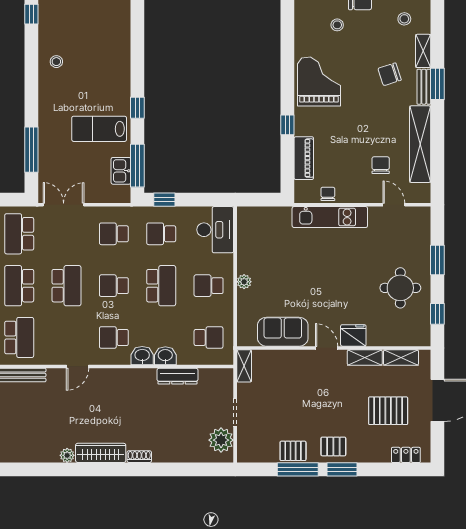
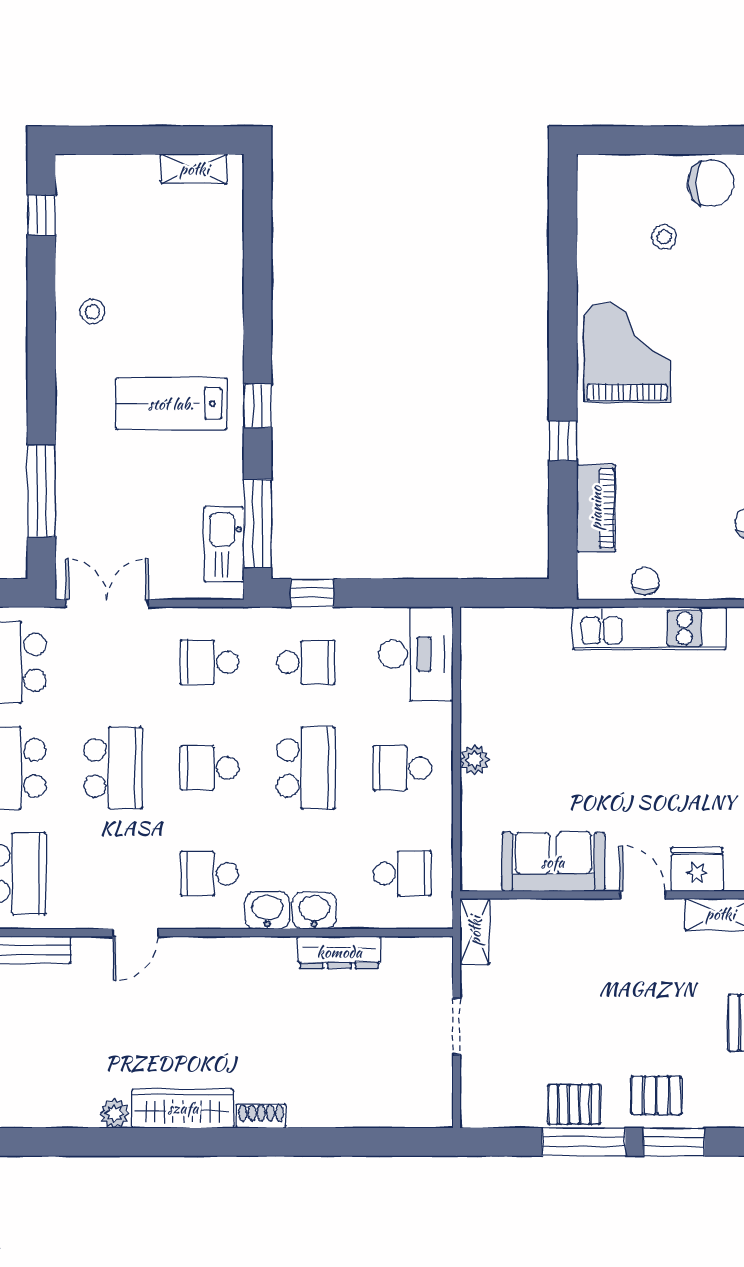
lab bench: (99, 129) -> (171, 404), moved
kitchen sink: (121, 171) -> (224, 544), width x1.38
school desk: (161, 234) -> (306, 662), turned 180
plant: (221, 440) -> (428, 1082), removed

